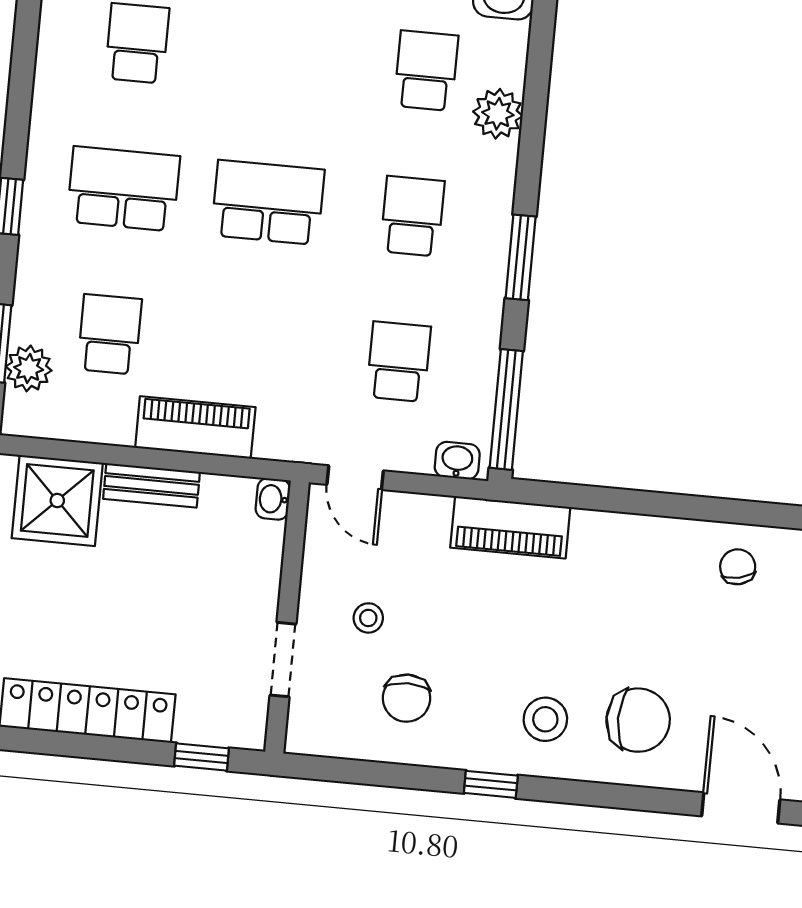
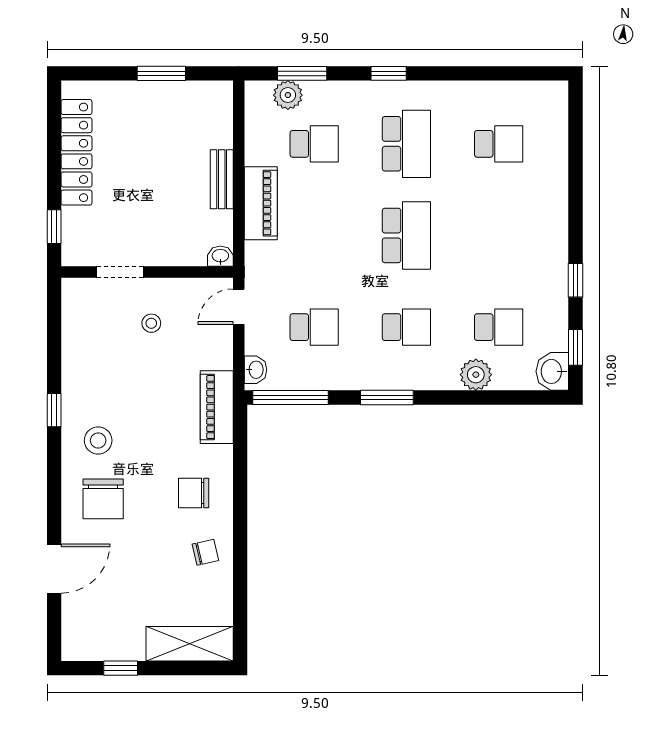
shower: (57, 500) -> (207, 121), removed
chair: (407, 698) -> (194, 493), moved

